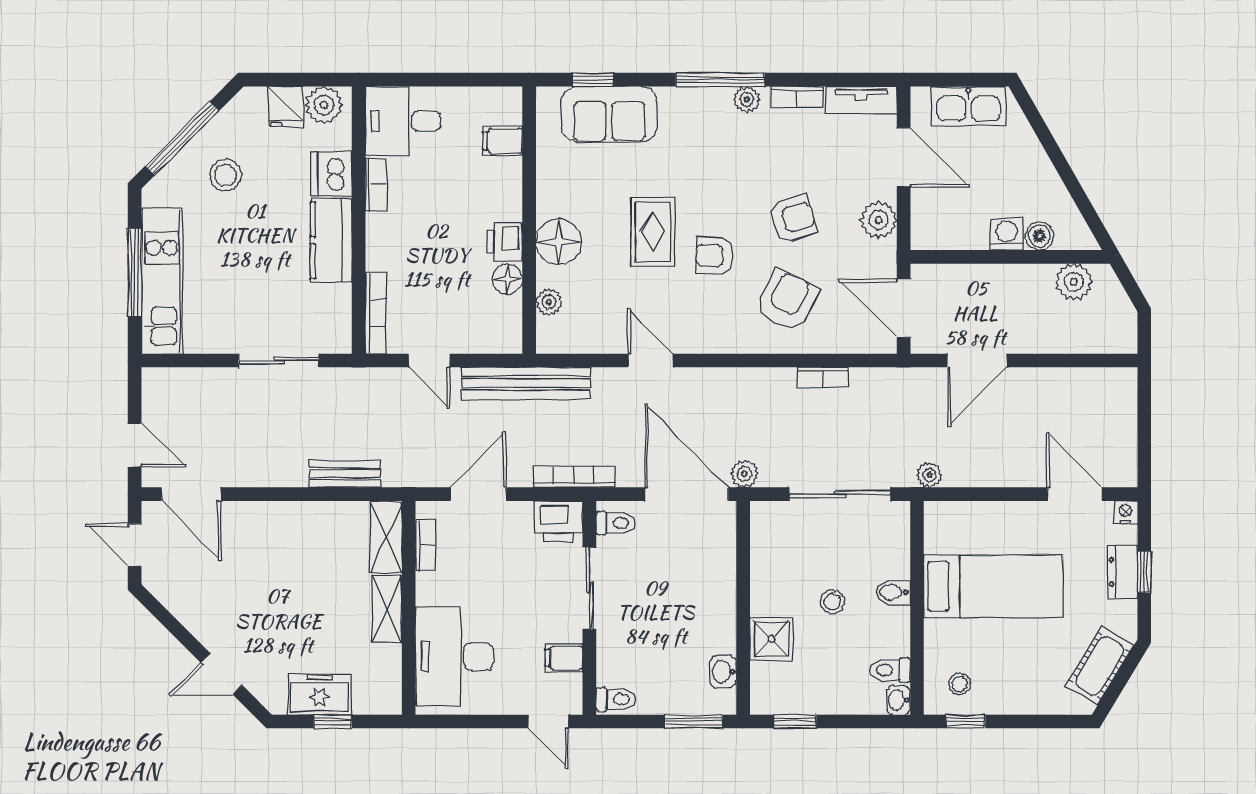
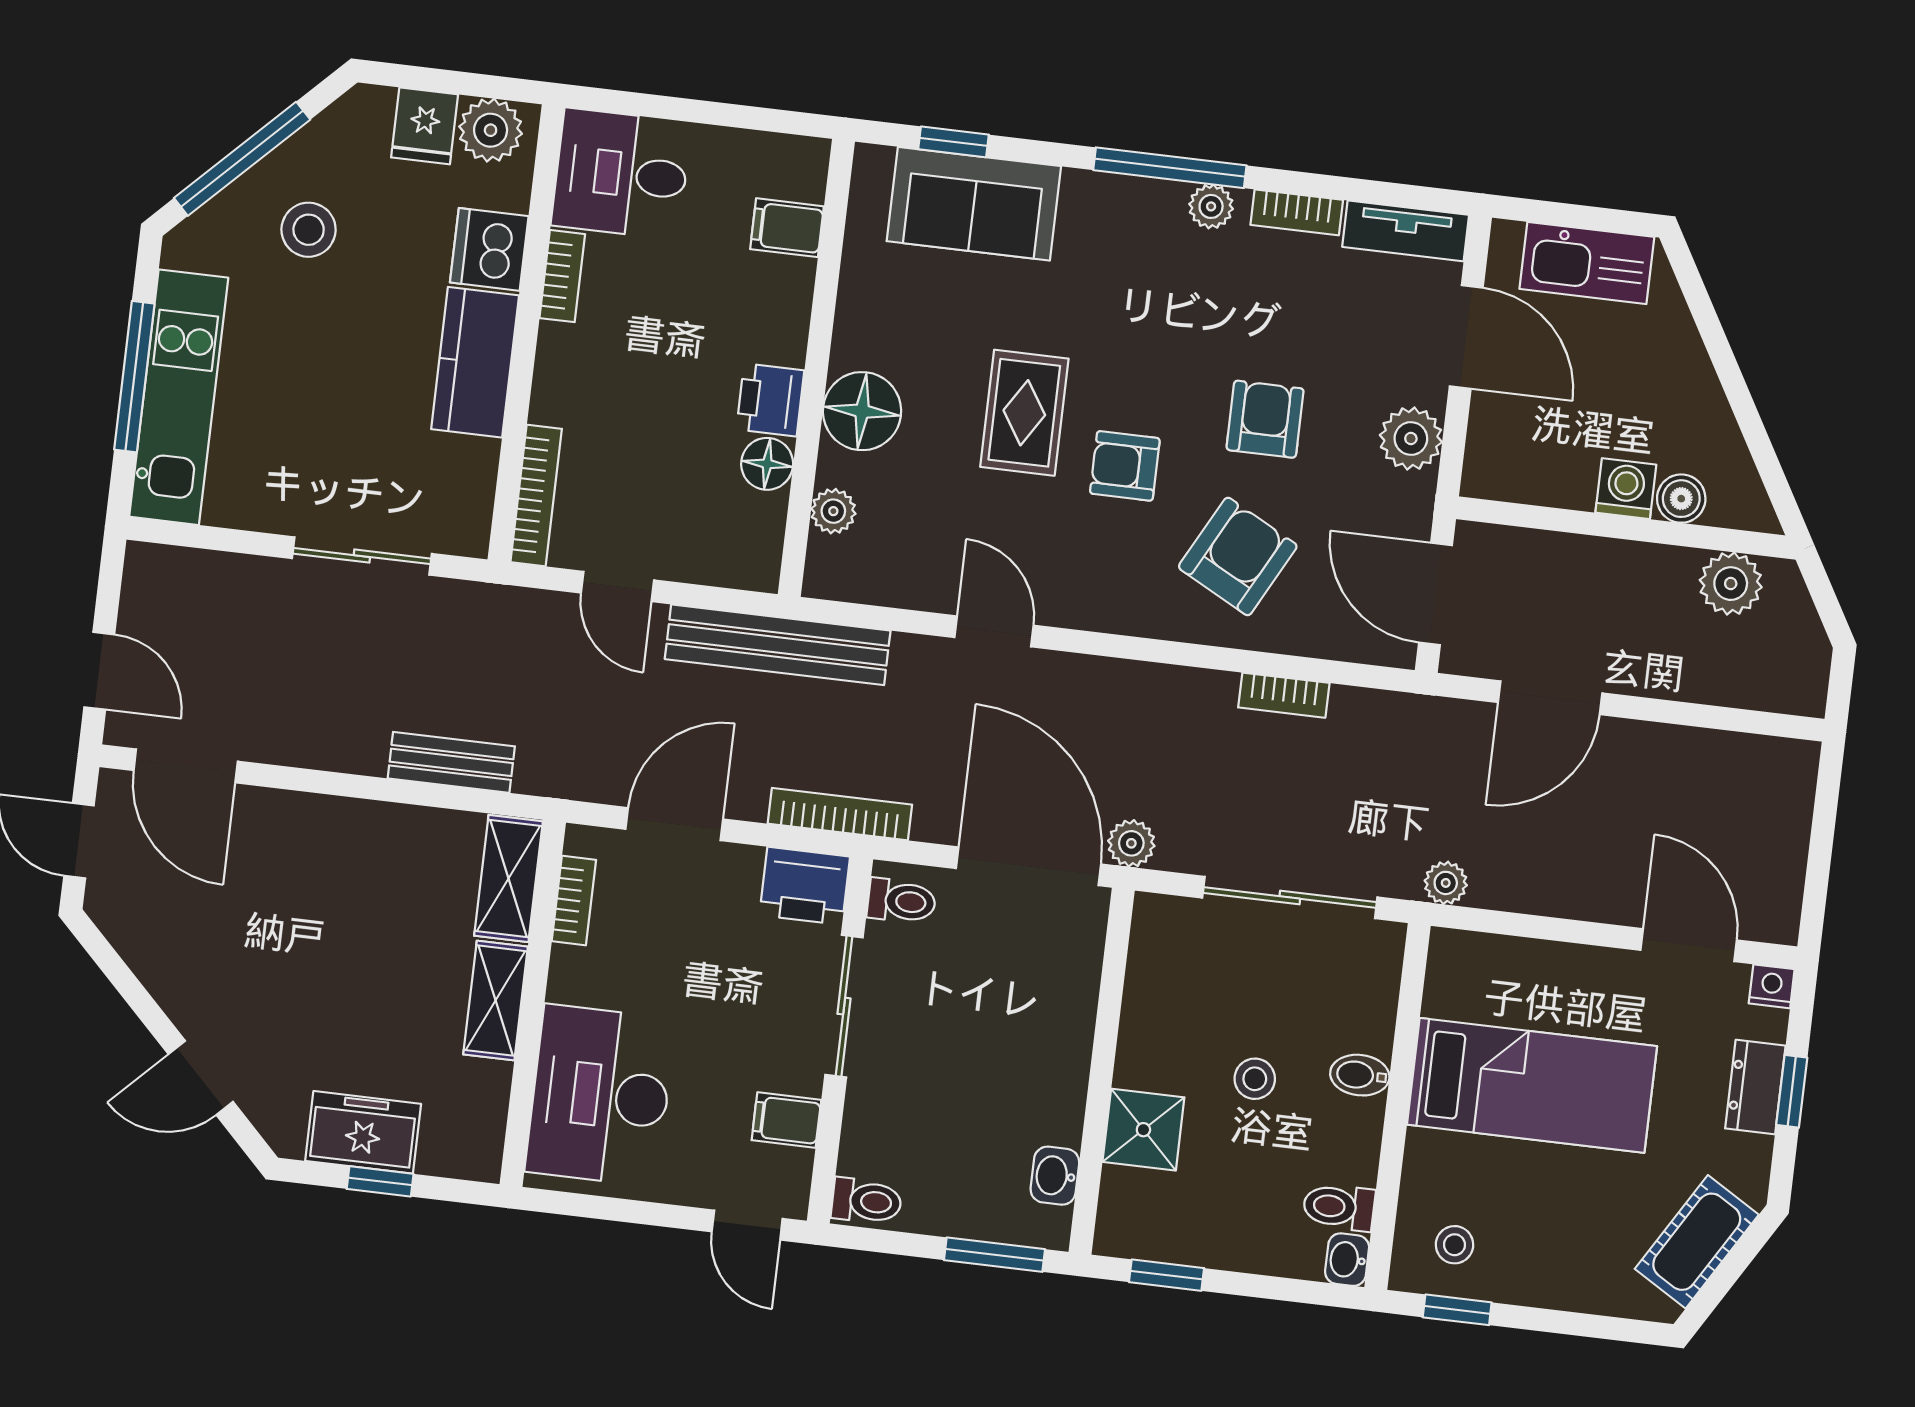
armchair: (793, 219) -> (1265, 419), turned -73

